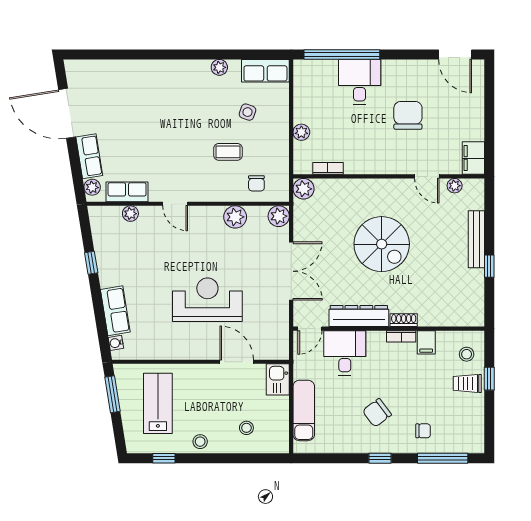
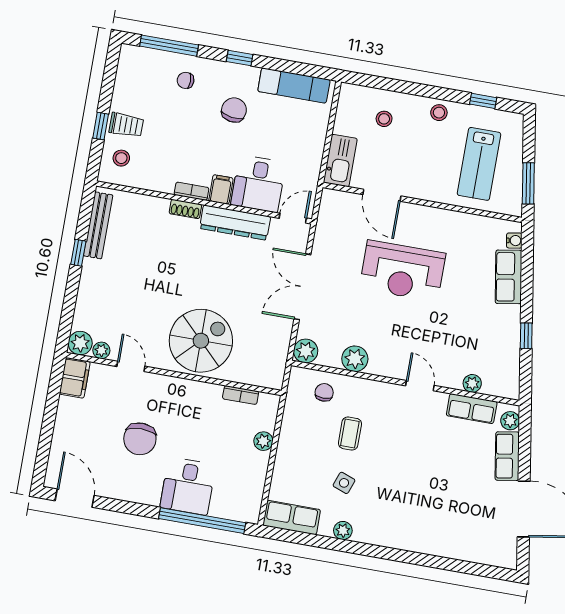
side table: (248, 112) -> (344, 483), moved
coffee table: (228, 152) -> (350, 434), turned 90
plant: (304, 189) -> (80, 343), moved
bench: (476, 239) -> (98, 225), moved
spiral stairs: (382, 244) -> (201, 341), moved, turned 90
filing cabinet: (426, 342) -> (221, 189), moved
kitchen sink: (278, 379) -> (340, 161), width x1.38
exam couch: (304, 410) -> (294, 86), moved, turned -90
chair: (377, 413) -> (234, 110), turned -45

